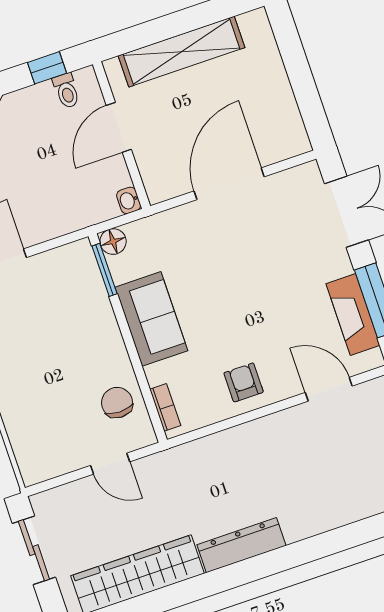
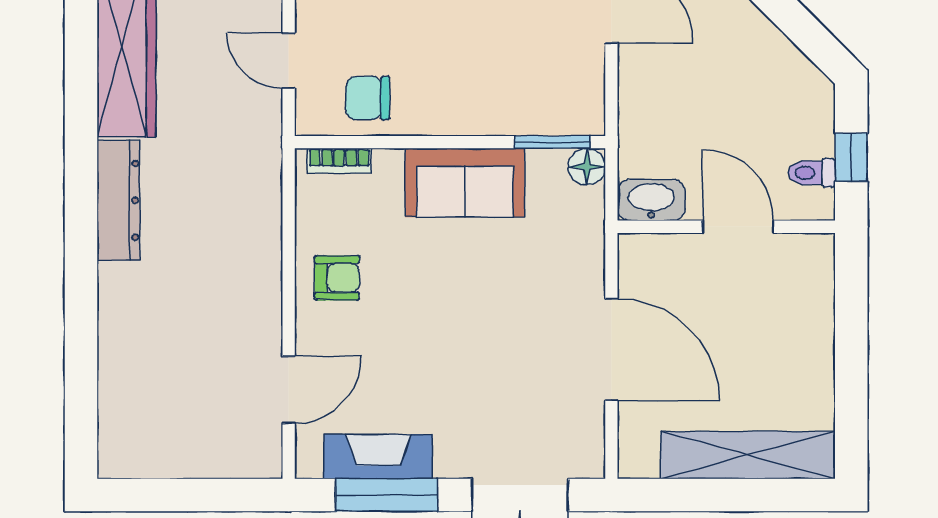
shelving: (181, 52) -> (748, 455), moved, turned 90
washbasin: (129, 200) -> (651, 200), width x1.91, depth x1.45
chair: (117, 403) -> (368, 98), turned 180
door: (110, 464) -> (289, 61), hinge flipped

